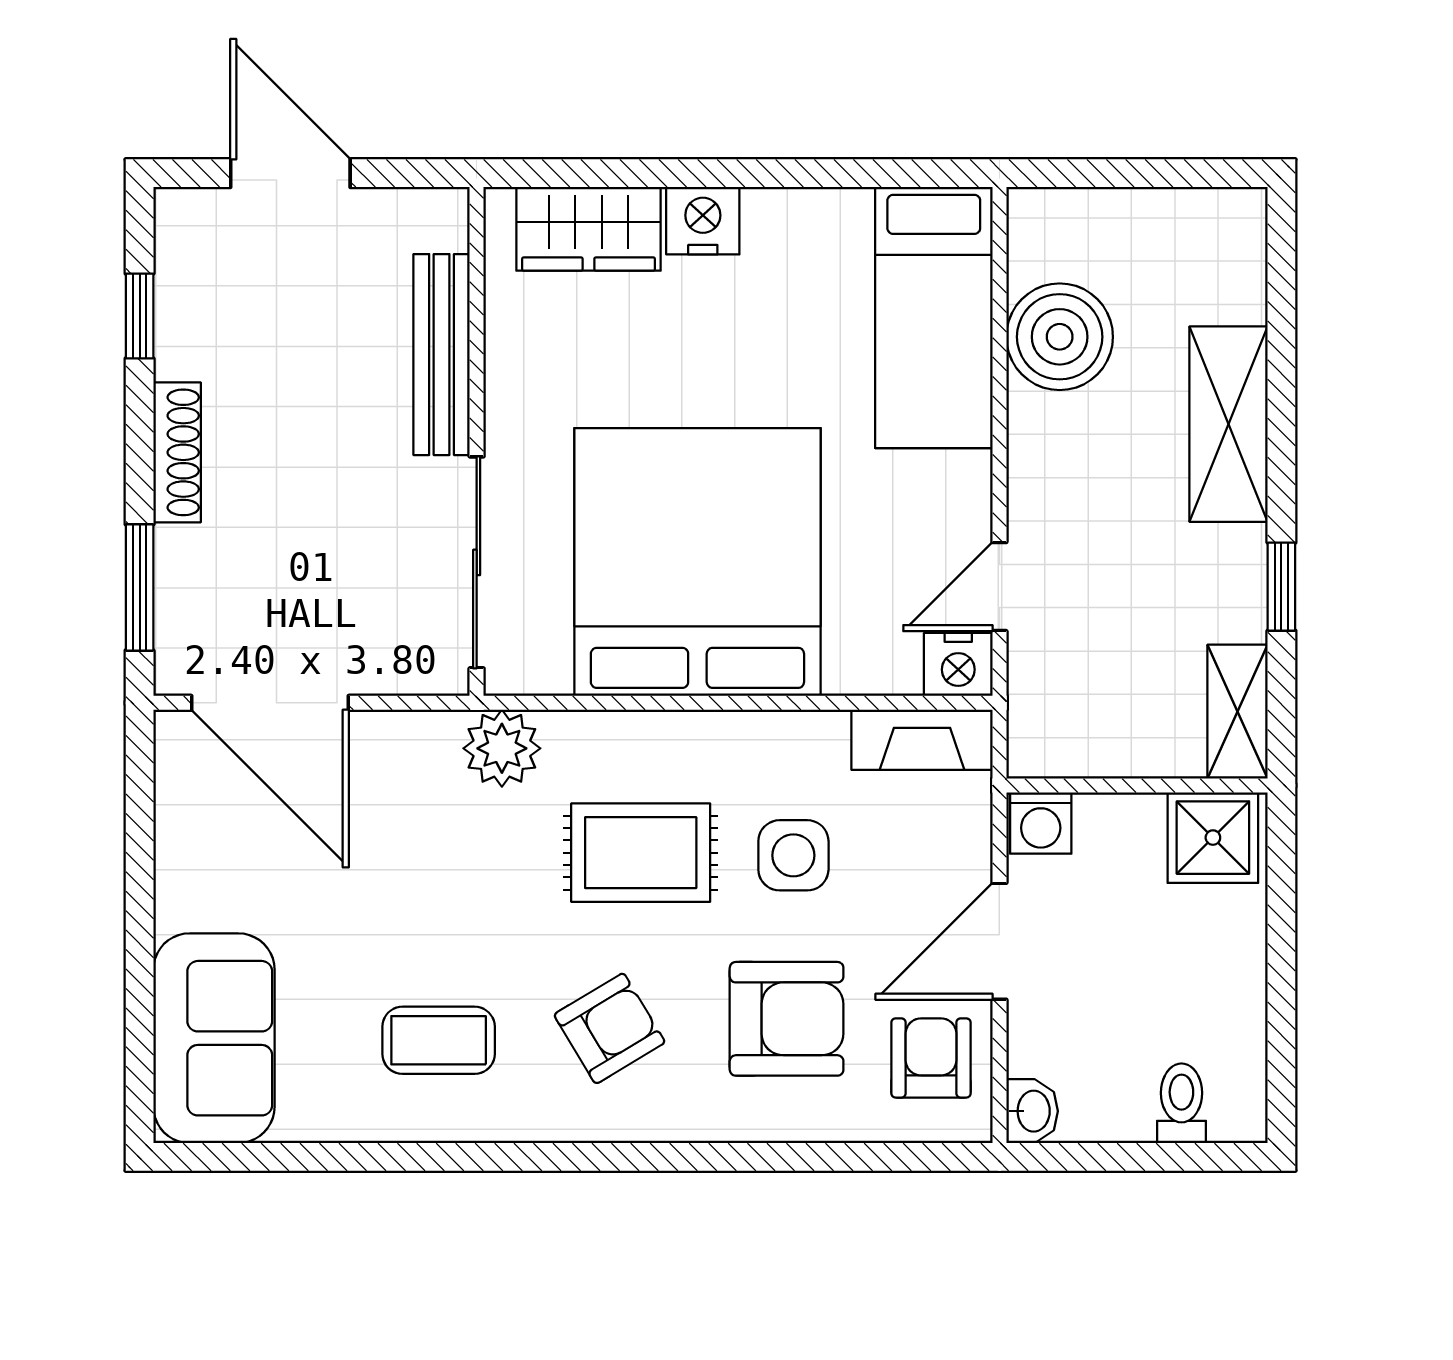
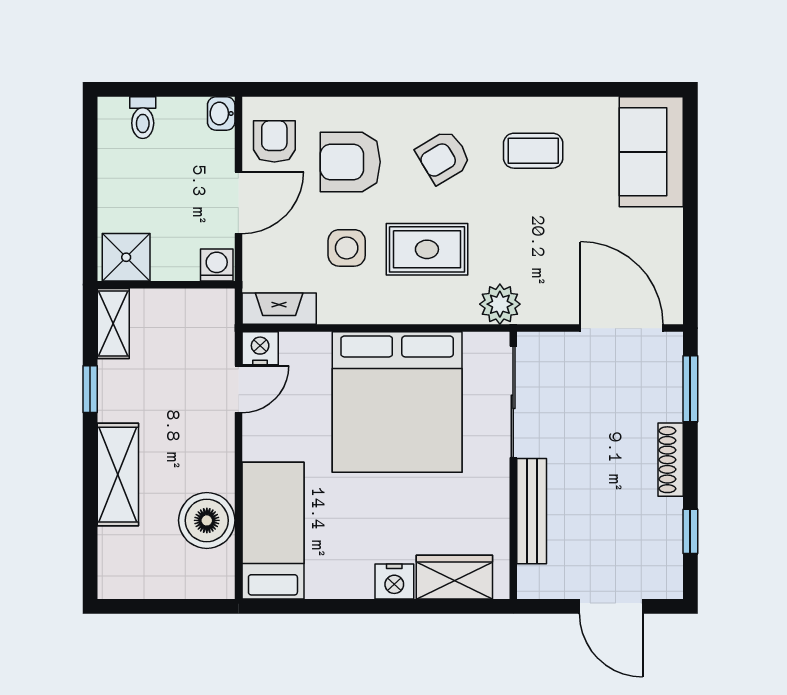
armchair: (931, 1058) -> (274, 141), turned 180

